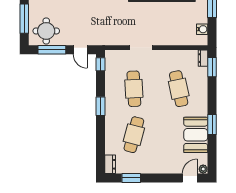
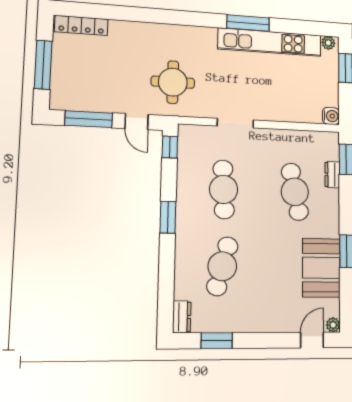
water cooler: (202, 29) -> (331, 116), moved
round table: (46, 31) -> (173, 82), moved
dresser: (203, 58) -> (332, 175), moved

